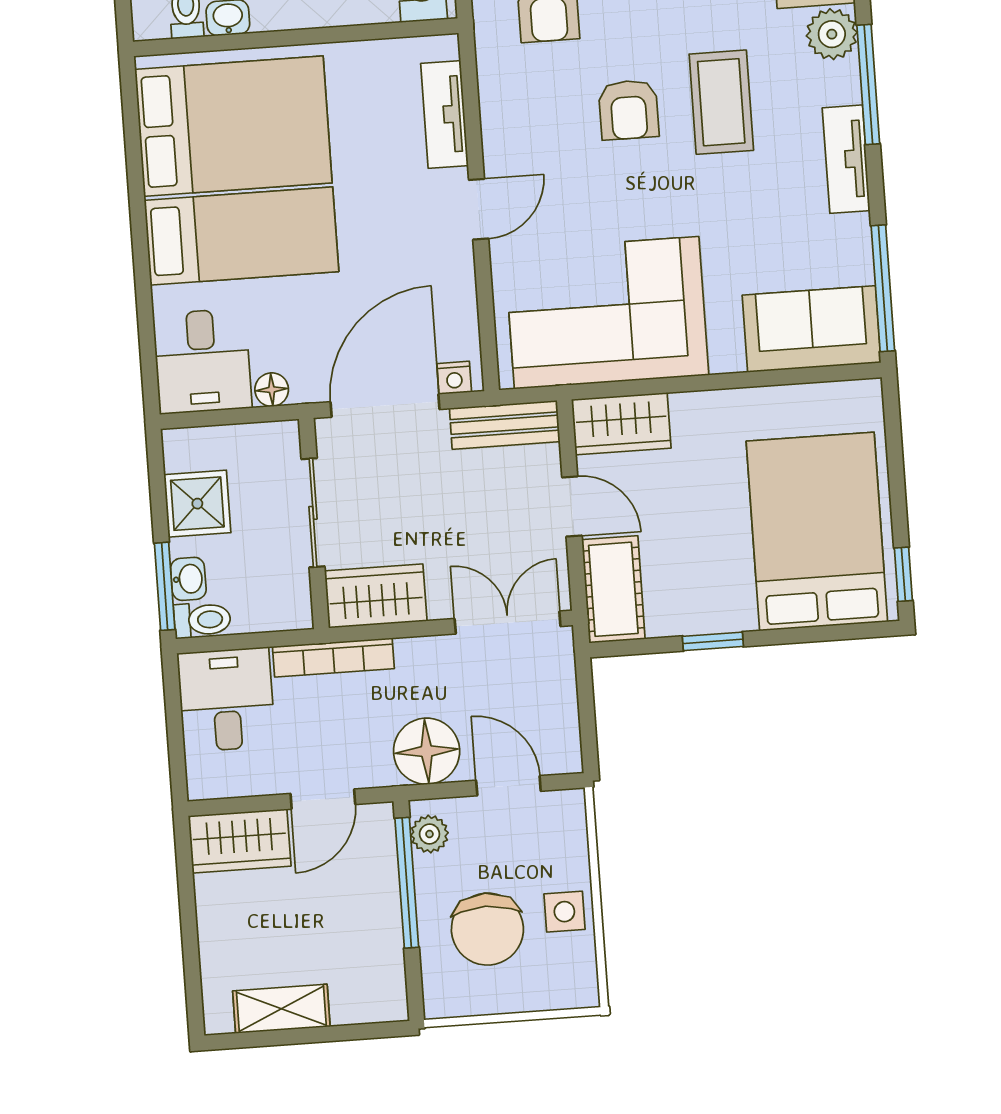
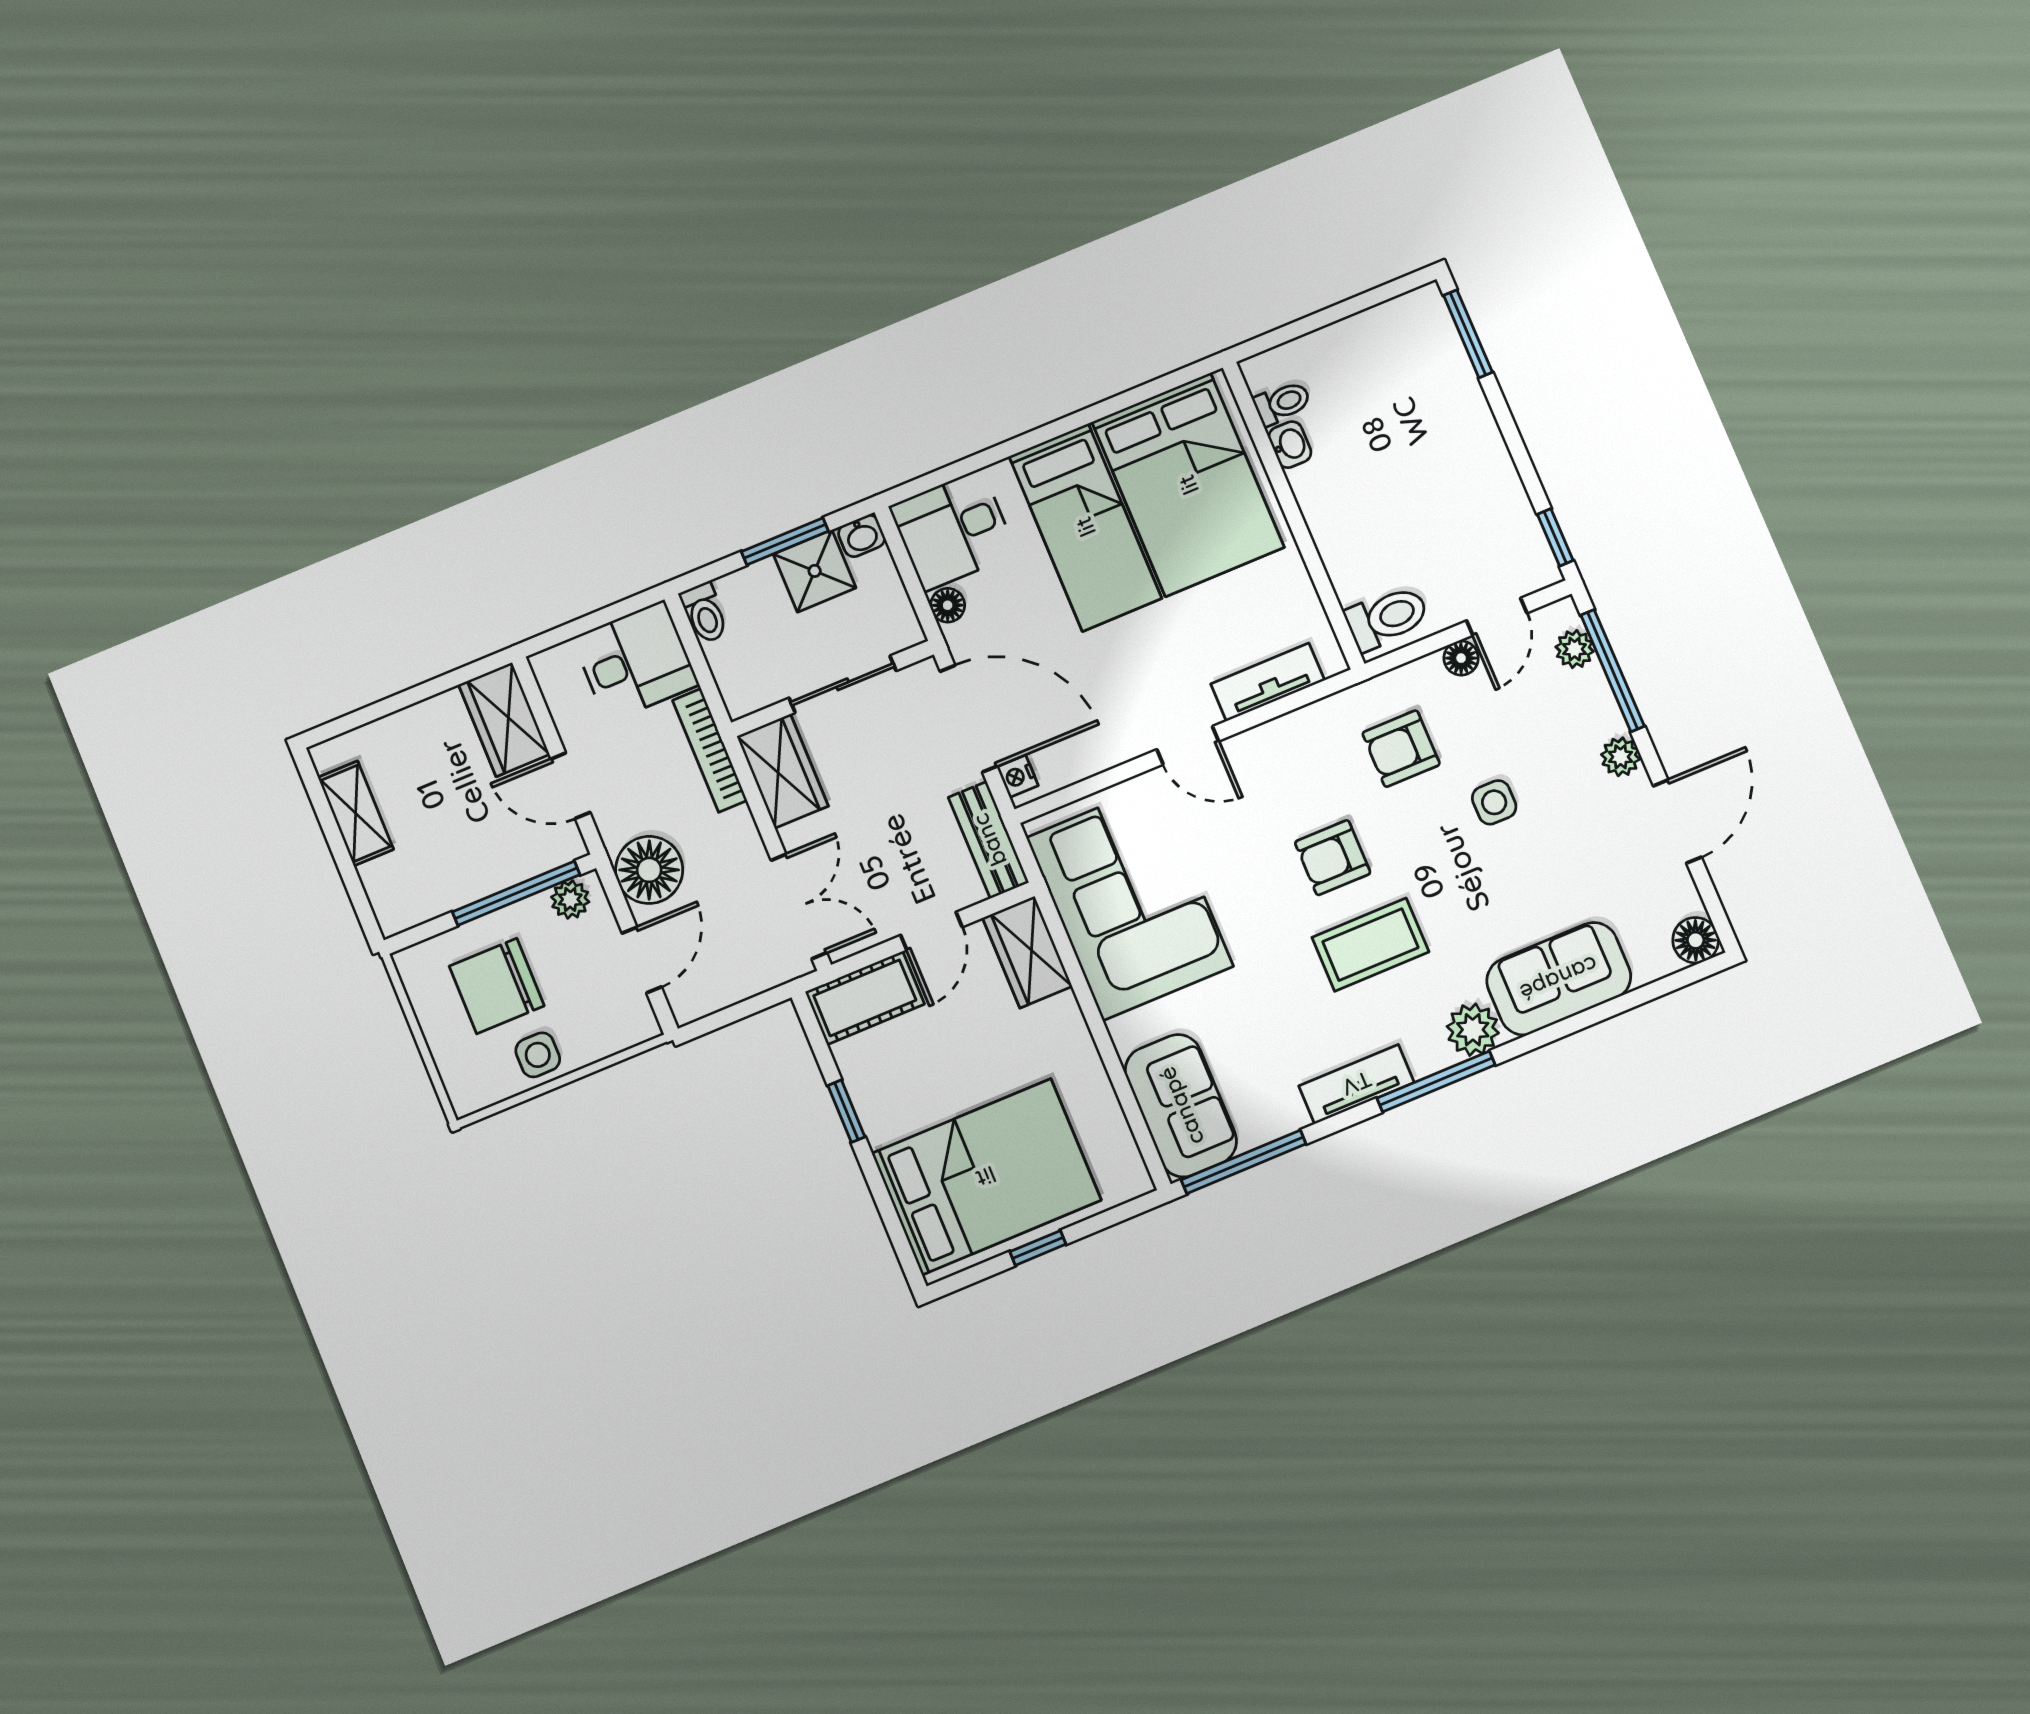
window: (903, 574) -> (1038, 1248), moved
washbasin: (188, 579) -> (862, 536), moved
window: (165, 586) -> (785, 541), moved

